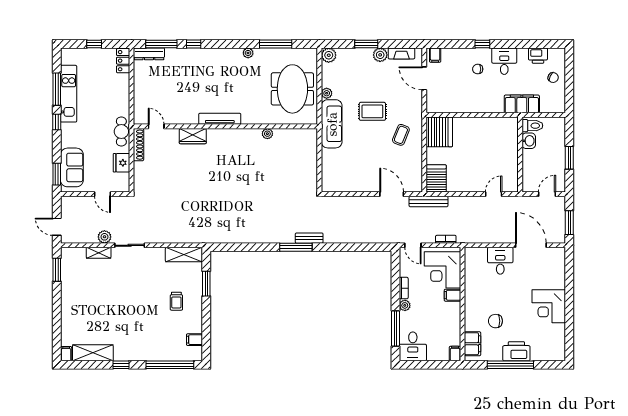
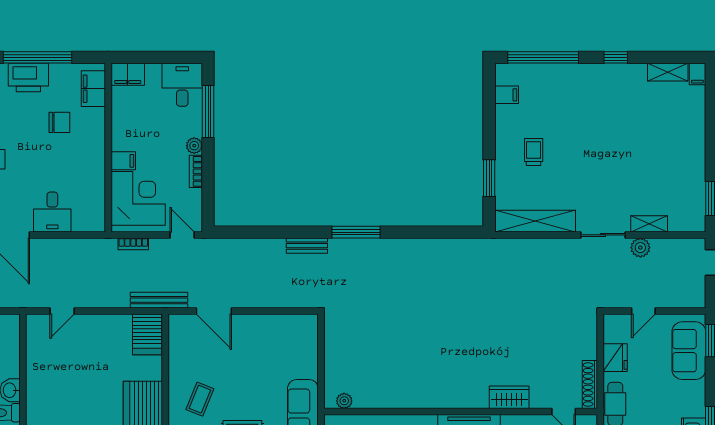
plant: (267, 134) -> (344, 401), moved
door: (102, 194) -> (643, 311), swing flipped
bench: (309, 238) -> (307, 246), moved
shelving: (184, 255) -> (535, 221), width x1.47
shelving: (93, 353) -> (668, 72), width x0.67, depth x0.75
filing cabinet: (455, 353) -> (128, 74), width x2.00

